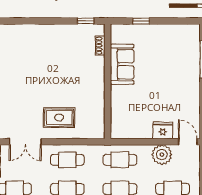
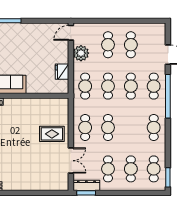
rug: (59, 118) -> (52, 134), turned 90
fridge: (163, 130) -> (62, 72), moved

